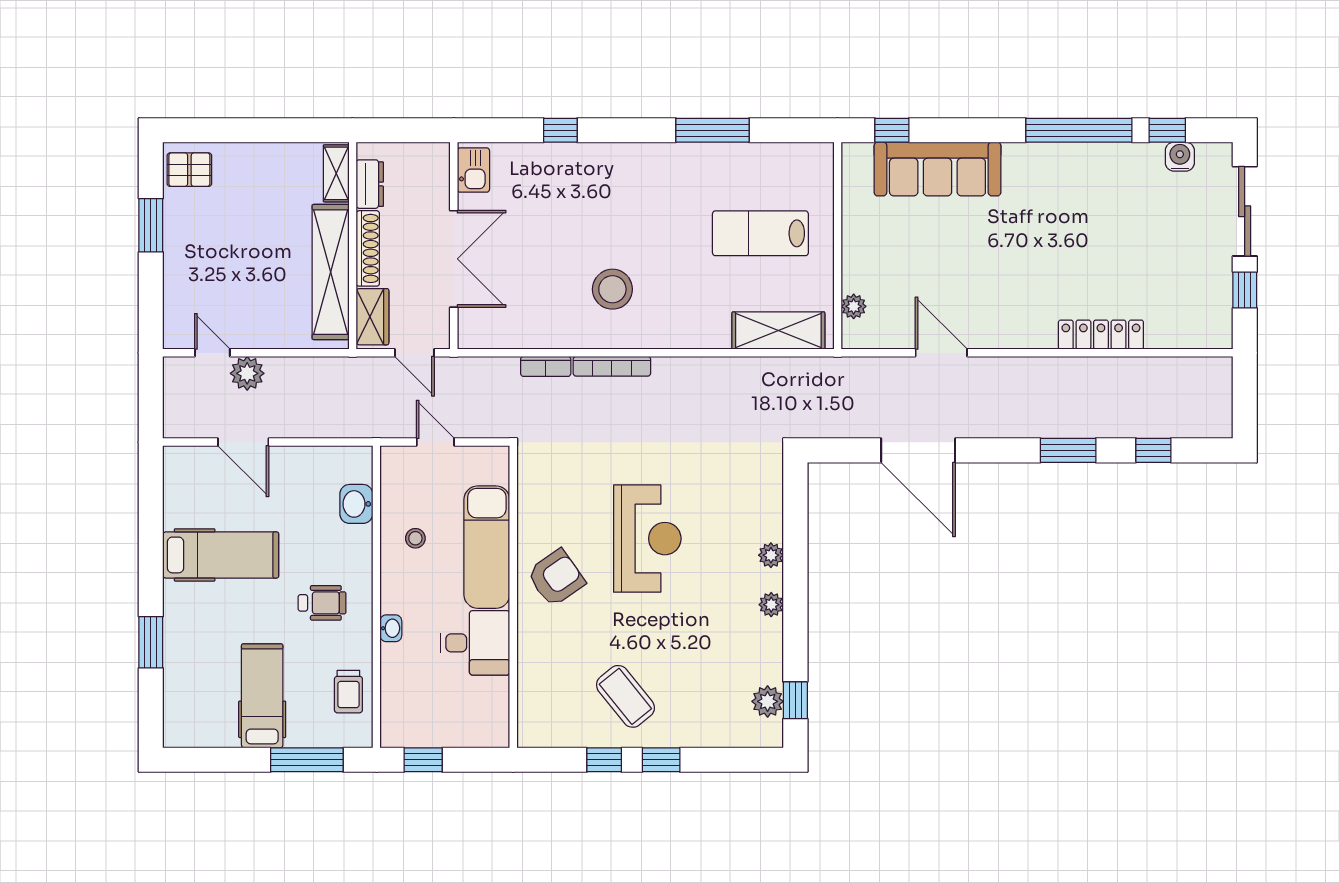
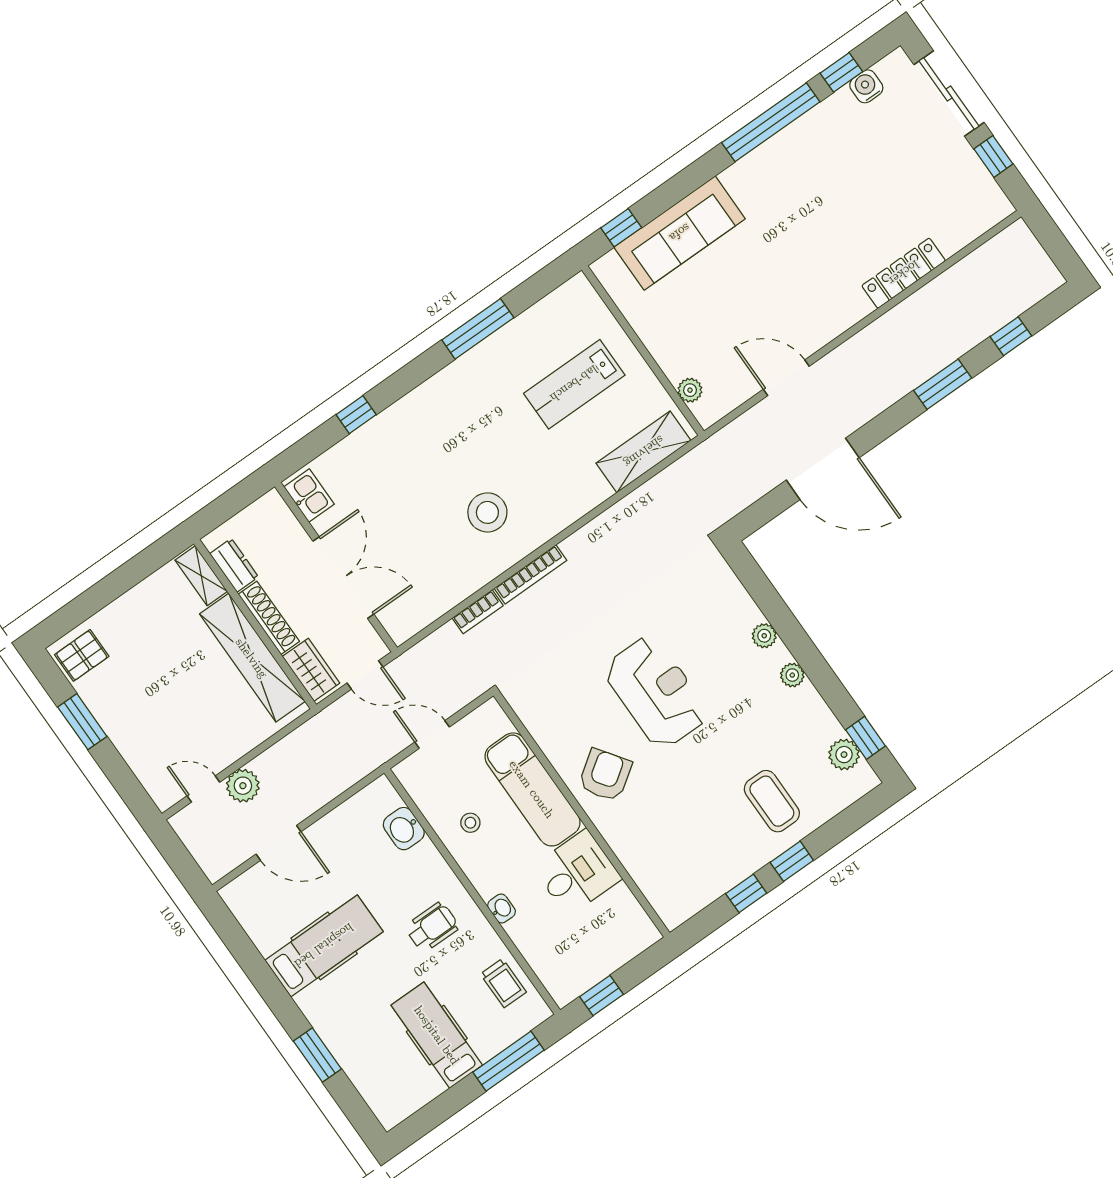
coffee table: (625, 696) -> (772, 801), moved, turned 39

